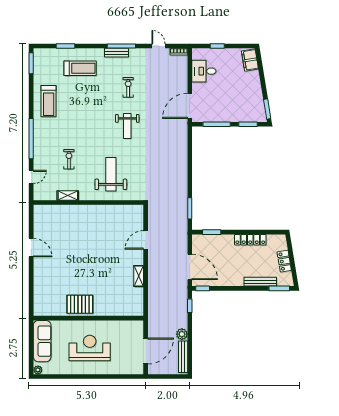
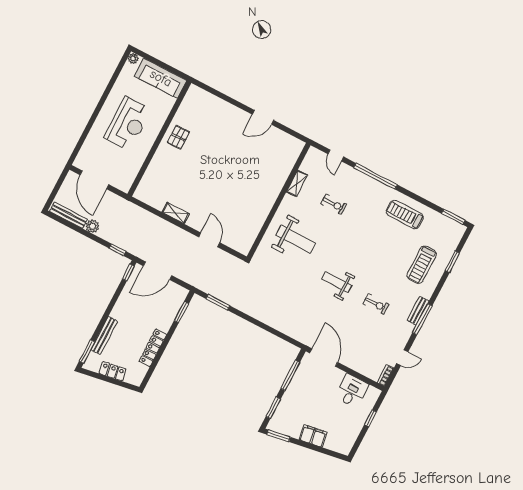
filing cabinet: (250, 60) -> (313, 436), moved
pallet: (80, 304) -> (178, 137), width x0.67, depth x0.71

